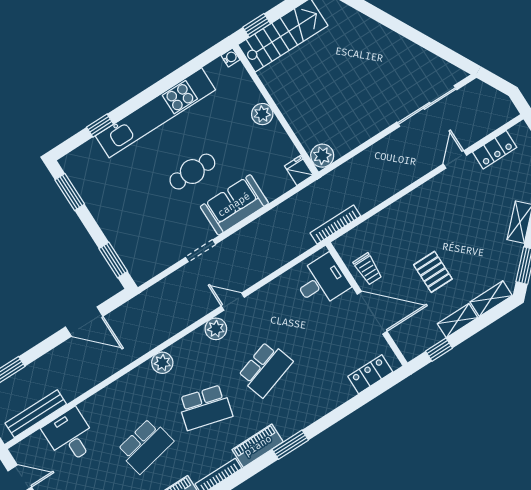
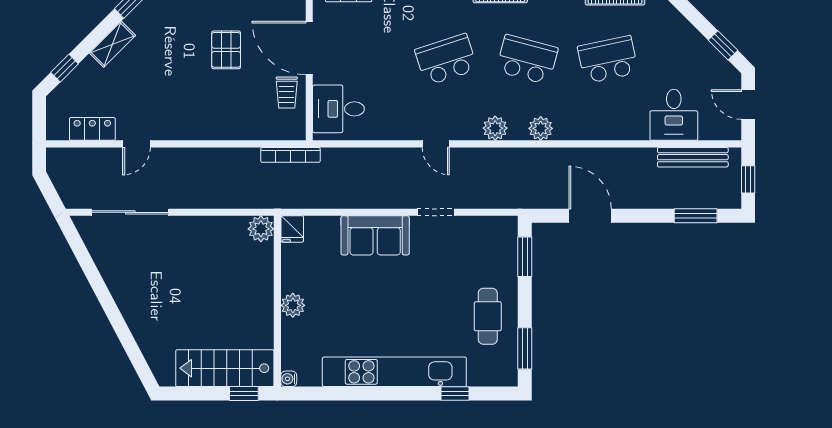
cafe table: (192, 172) -> (488, 316), moved, turned 90
trolley: (368, 269) -> (287, 92), turned 180
plant: (216, 329) -> (495, 128), moved

